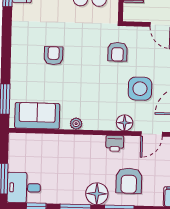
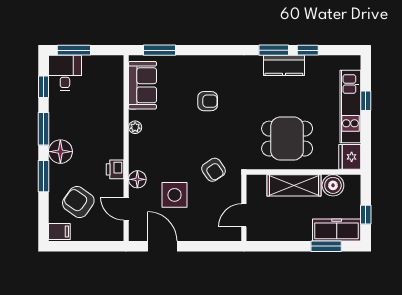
armchair: (117, 52) -> (214, 170), turned -124
armchair: (129, 181) -> (78, 202), moved, turned 35

